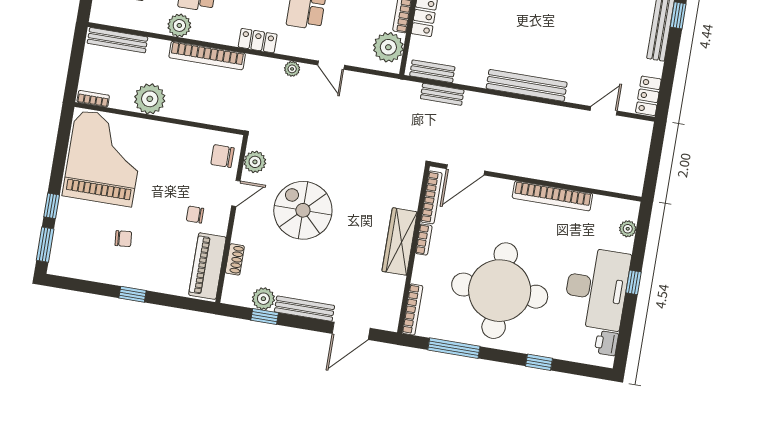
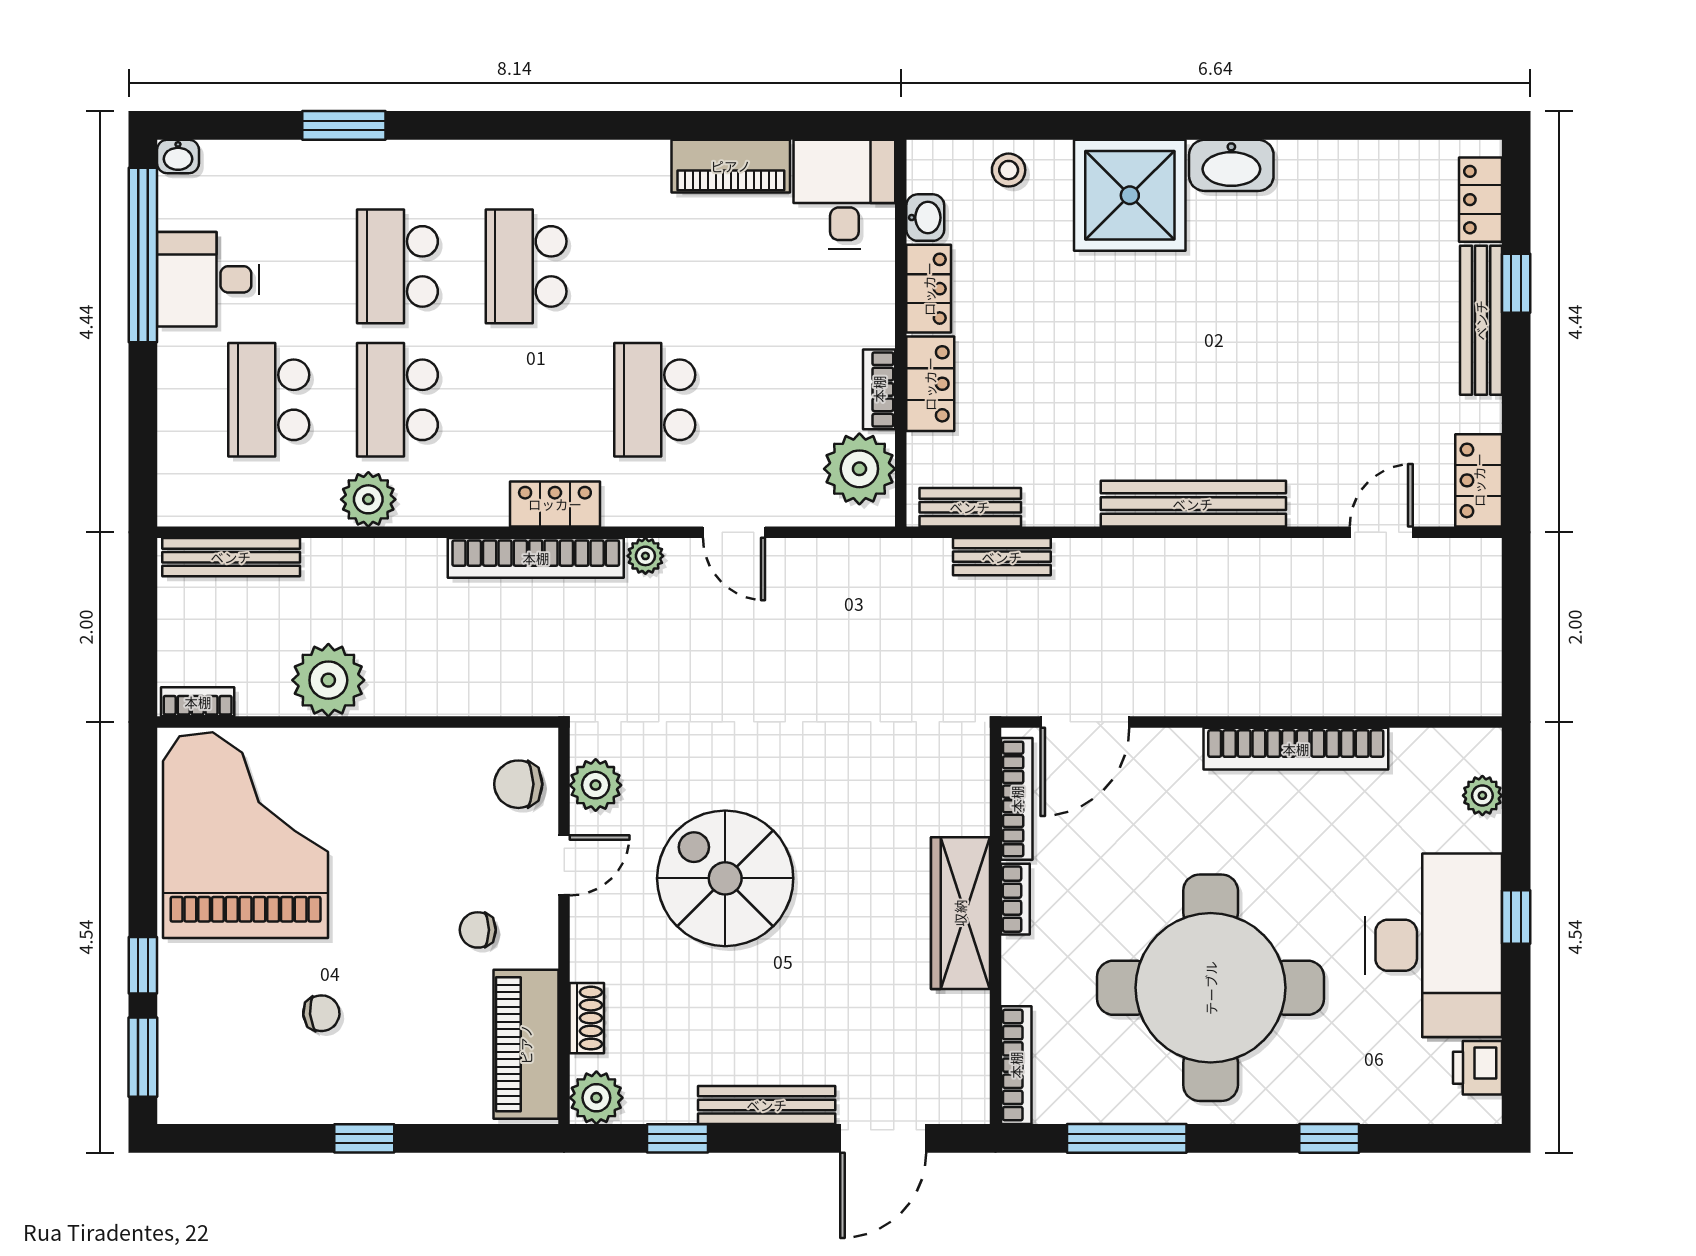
bookcase: (207, 56) -> (536, 558), moved
plant: (263, 299) -> (596, 1098), moved

